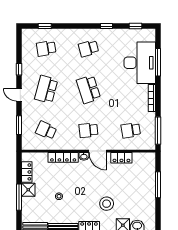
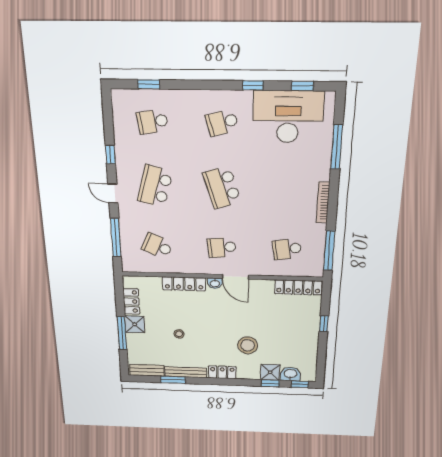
desk: (140, 63) -> (288, 117), moved, turned -90
window: (19, 125) -> (116, 238), width x1.44
locker: (121, 158) -> (298, 287), moved, width x1.53
window: (158, 185) -> (324, 324), width x0.46

